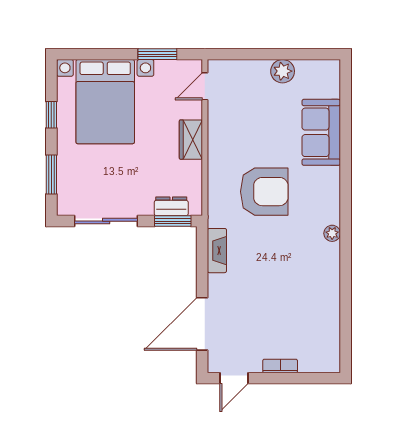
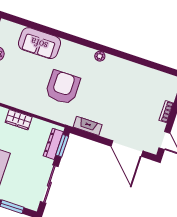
dresser: (171, 206) -> (53, 144), width x1.44

